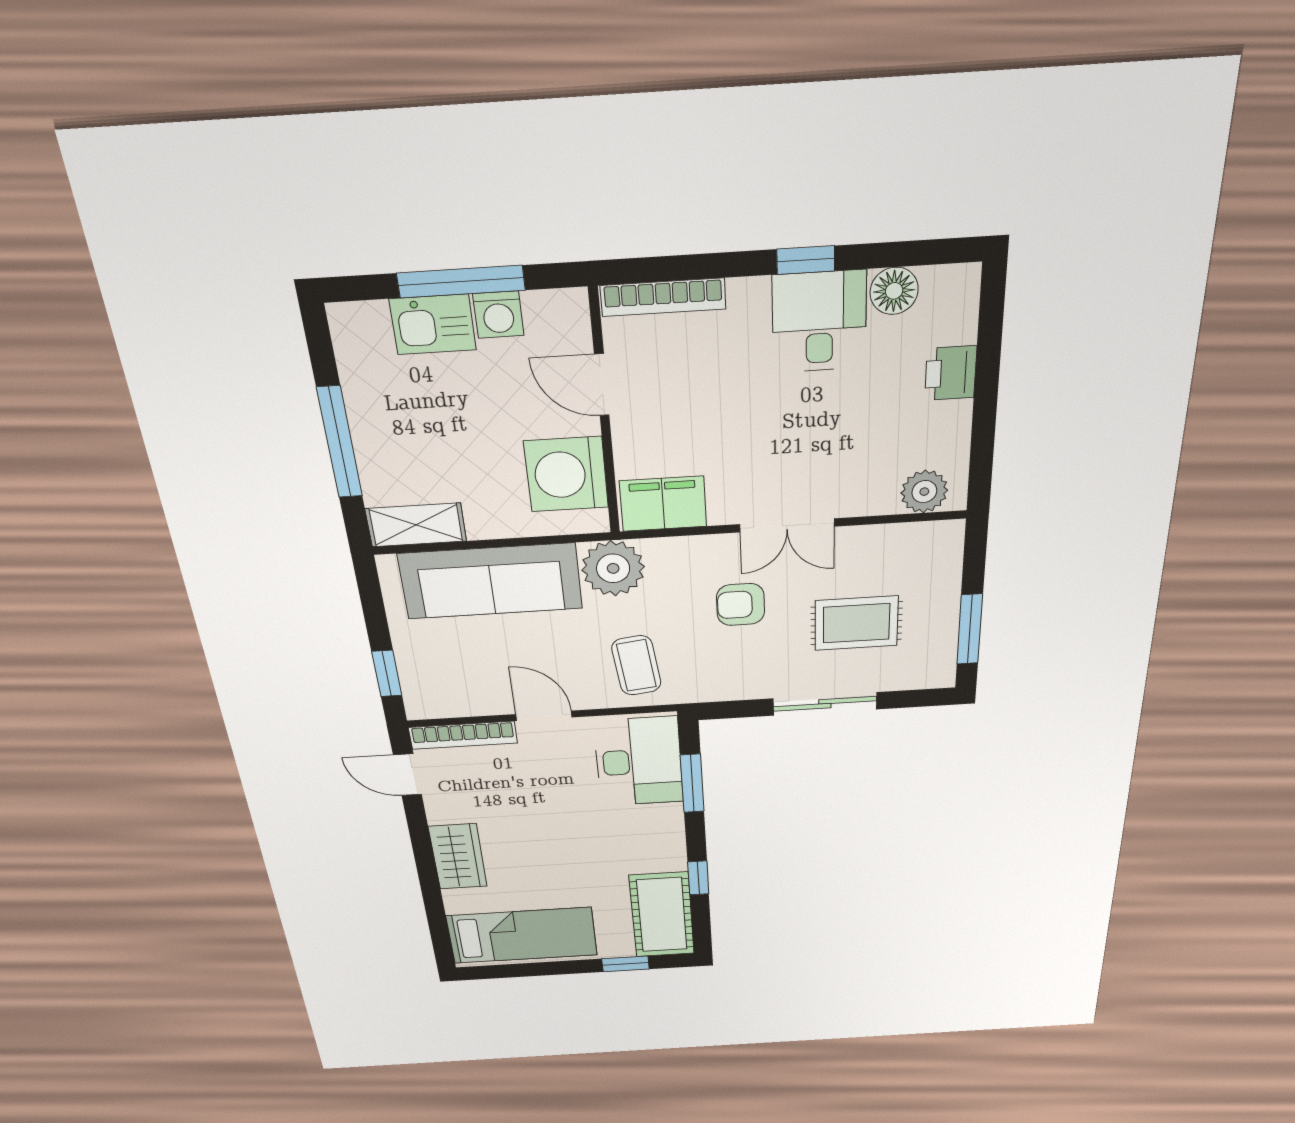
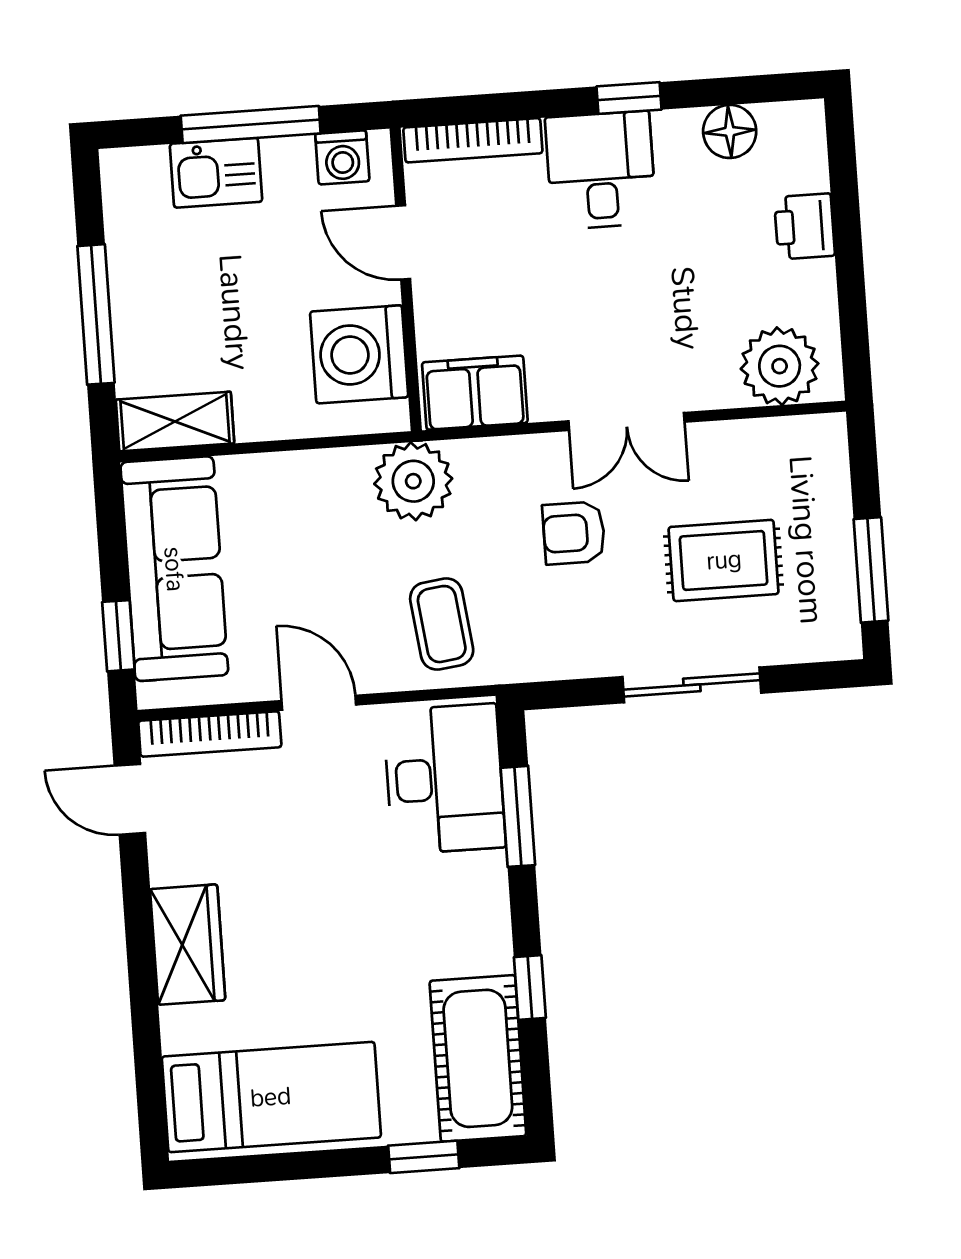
washing machine: (498, 315) -> (342, 157), moved
desk: (819, 322) -> (601, 170), moved
plant: (924, 492) -> (780, 366), width x1.36, depth x1.36
sofa: (491, 581) -> (174, 569), moved, turned -90

